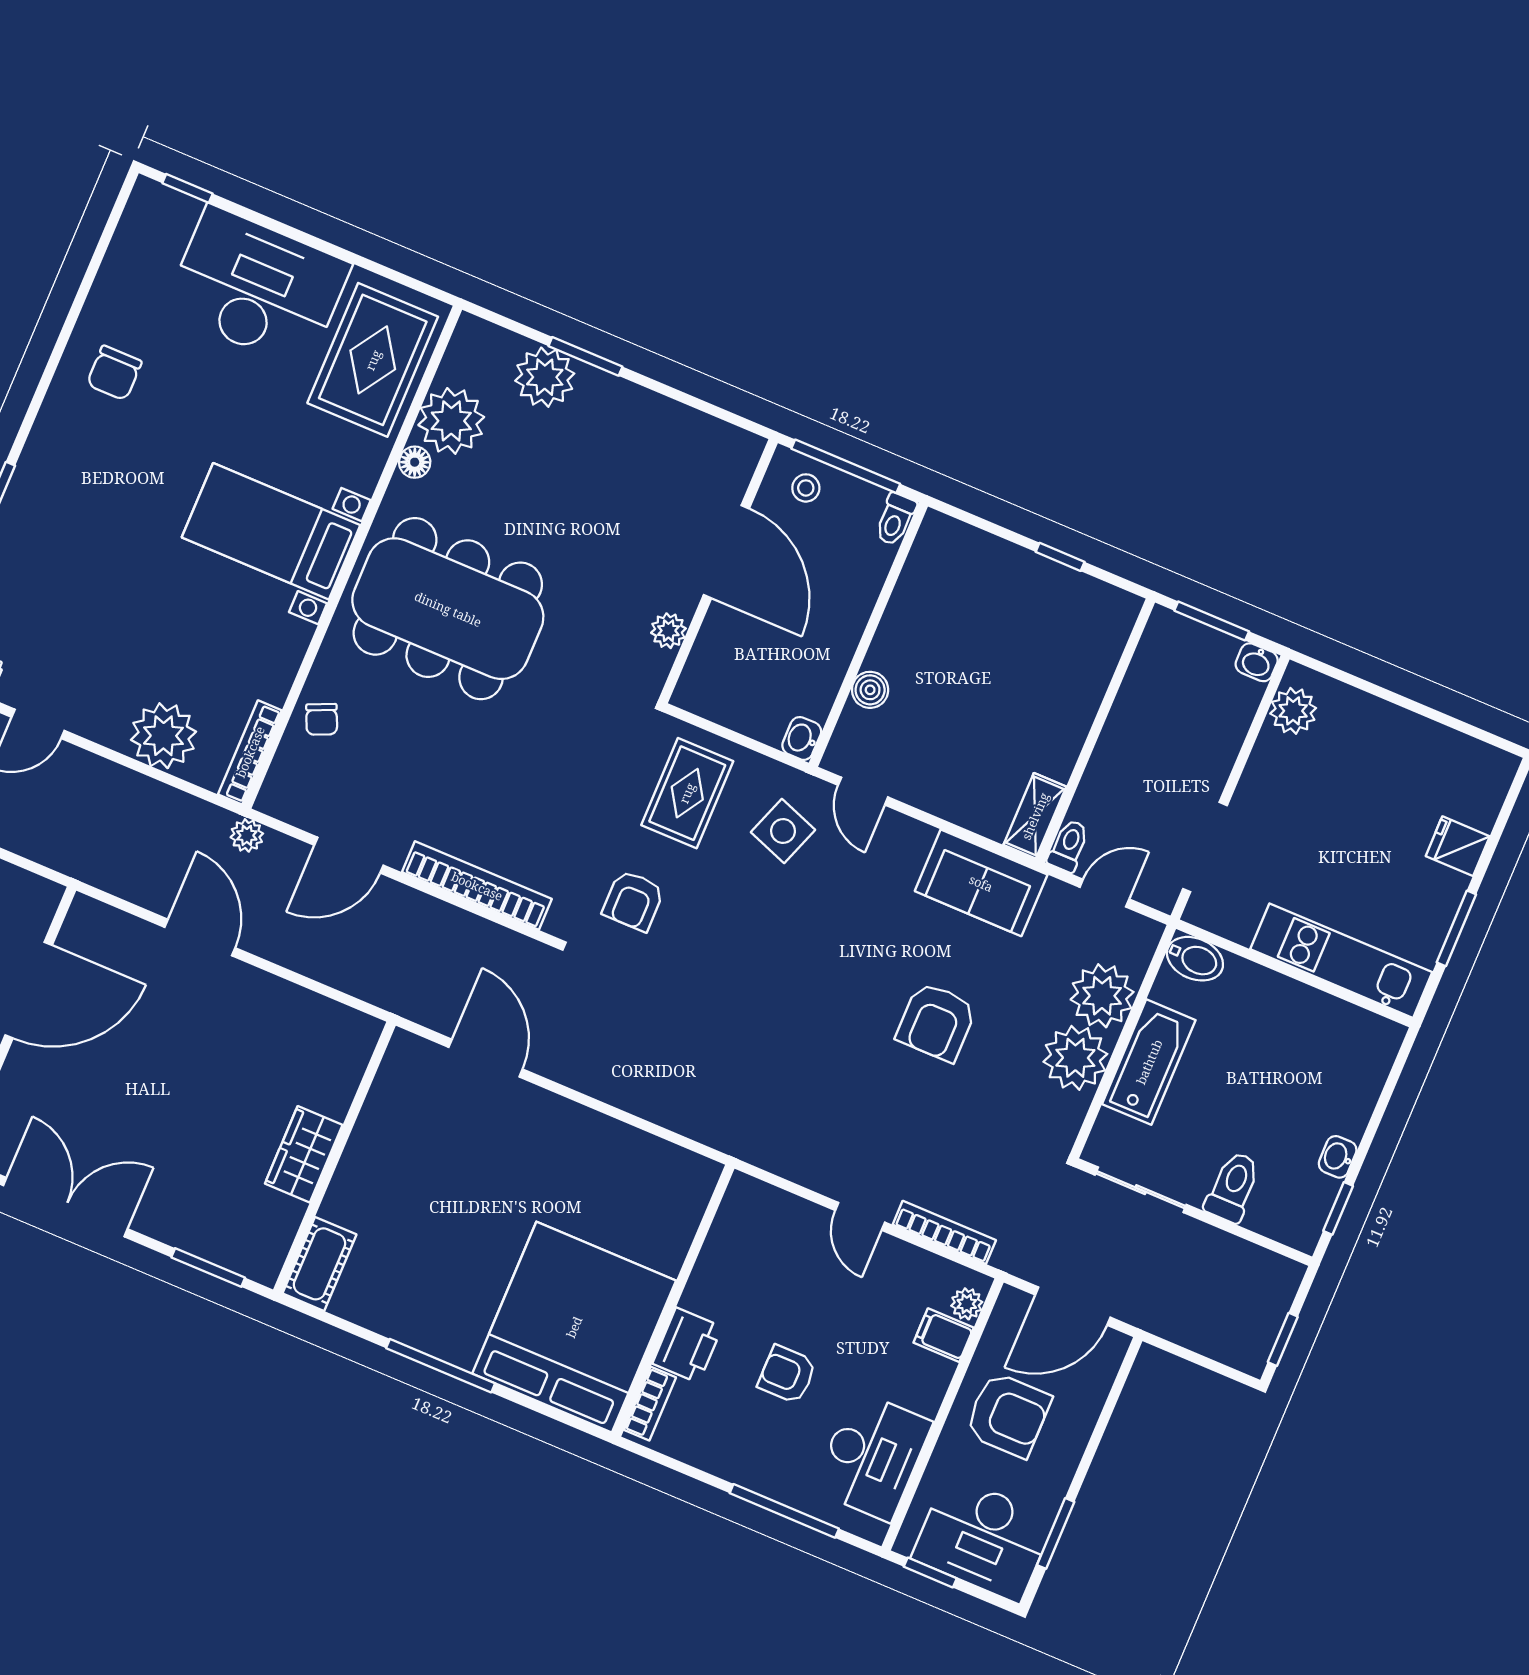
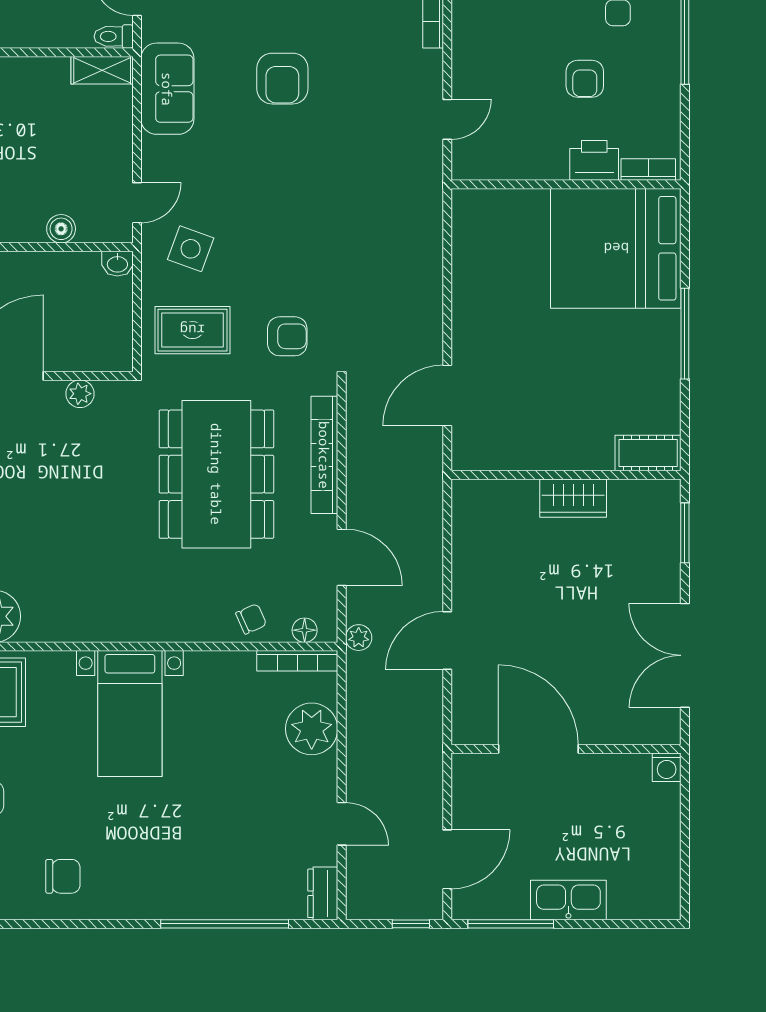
floor lamp: (415, 462) -> (305, 630), moved
dining table: (448, 609) -> (216, 474), moved
armchair: (936, 1022) -> (282, 79), turned 90
door: (860, 1216) -> (447, 119), moved

